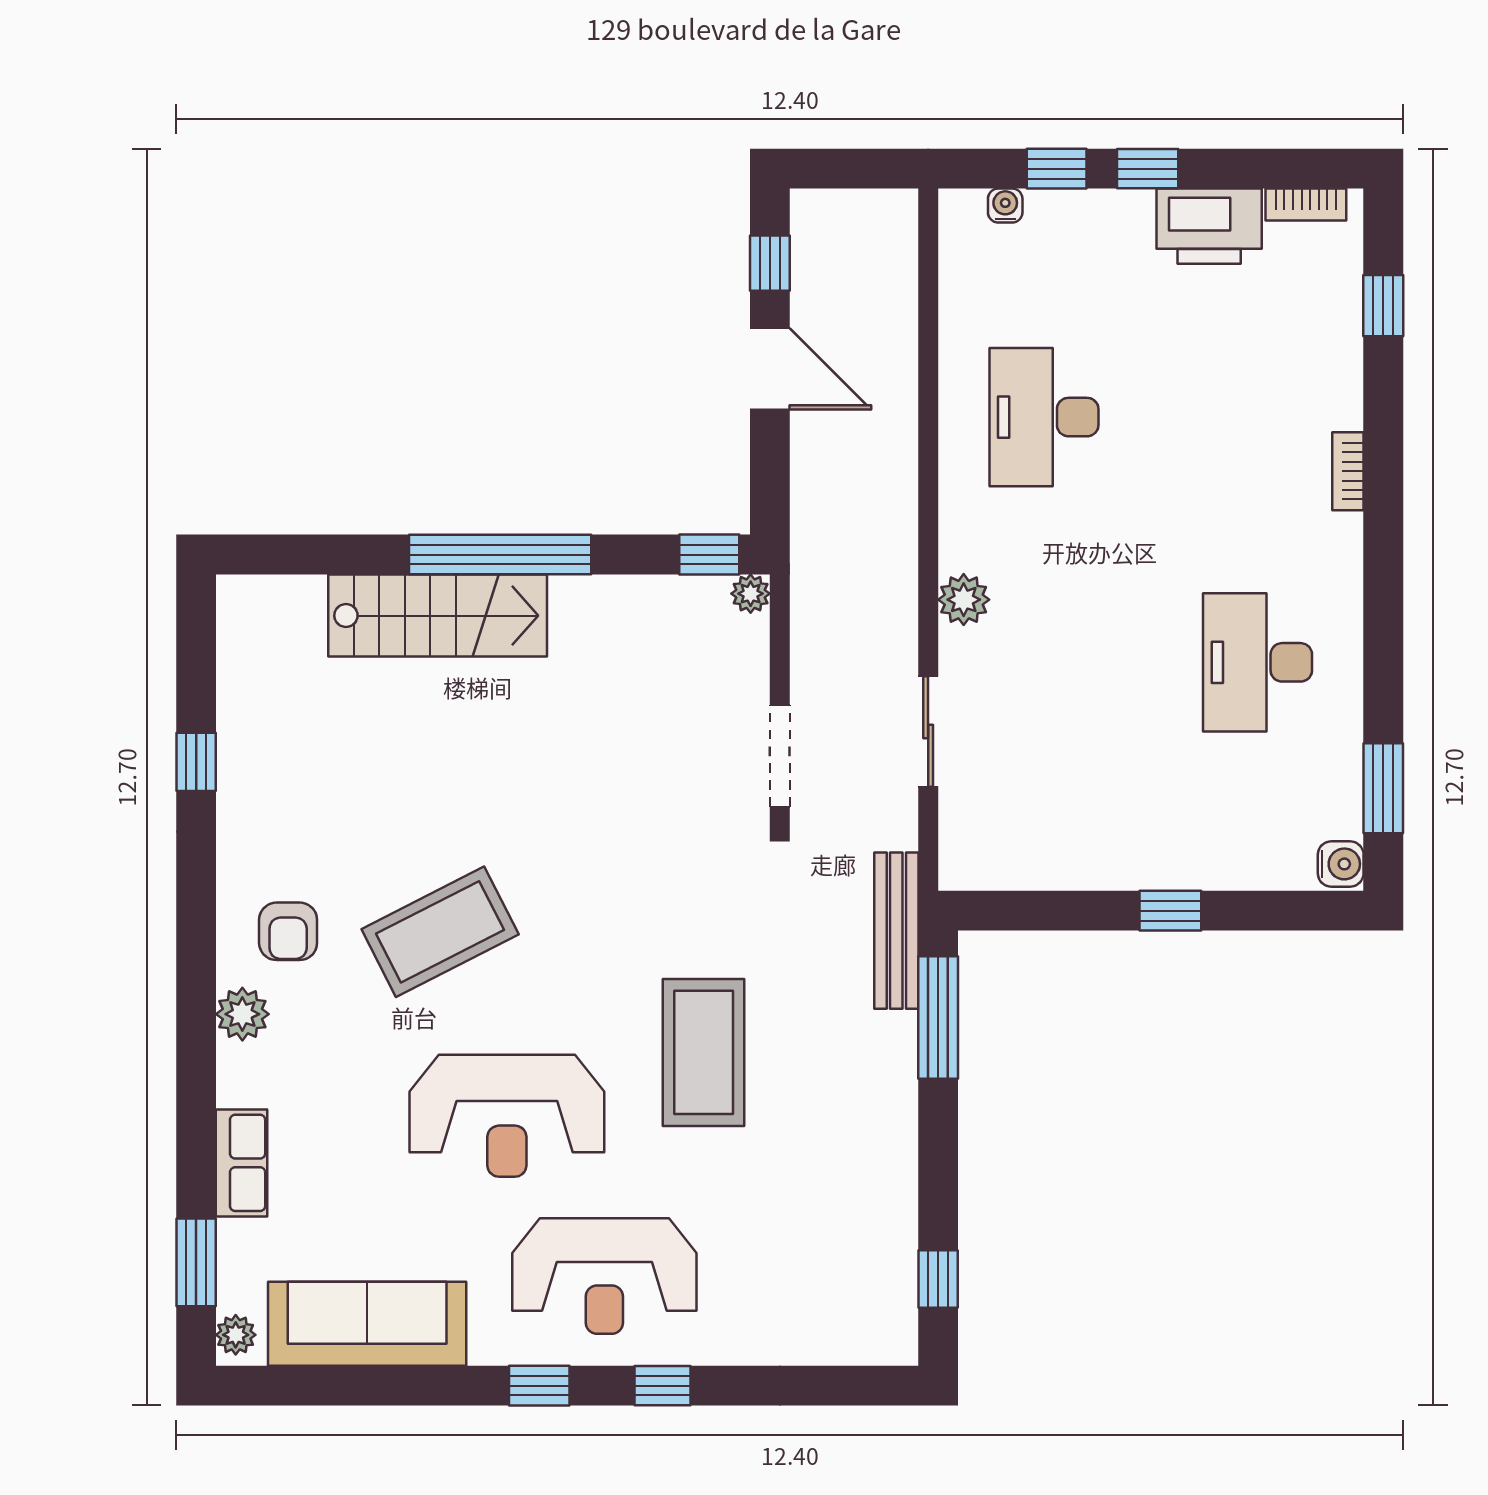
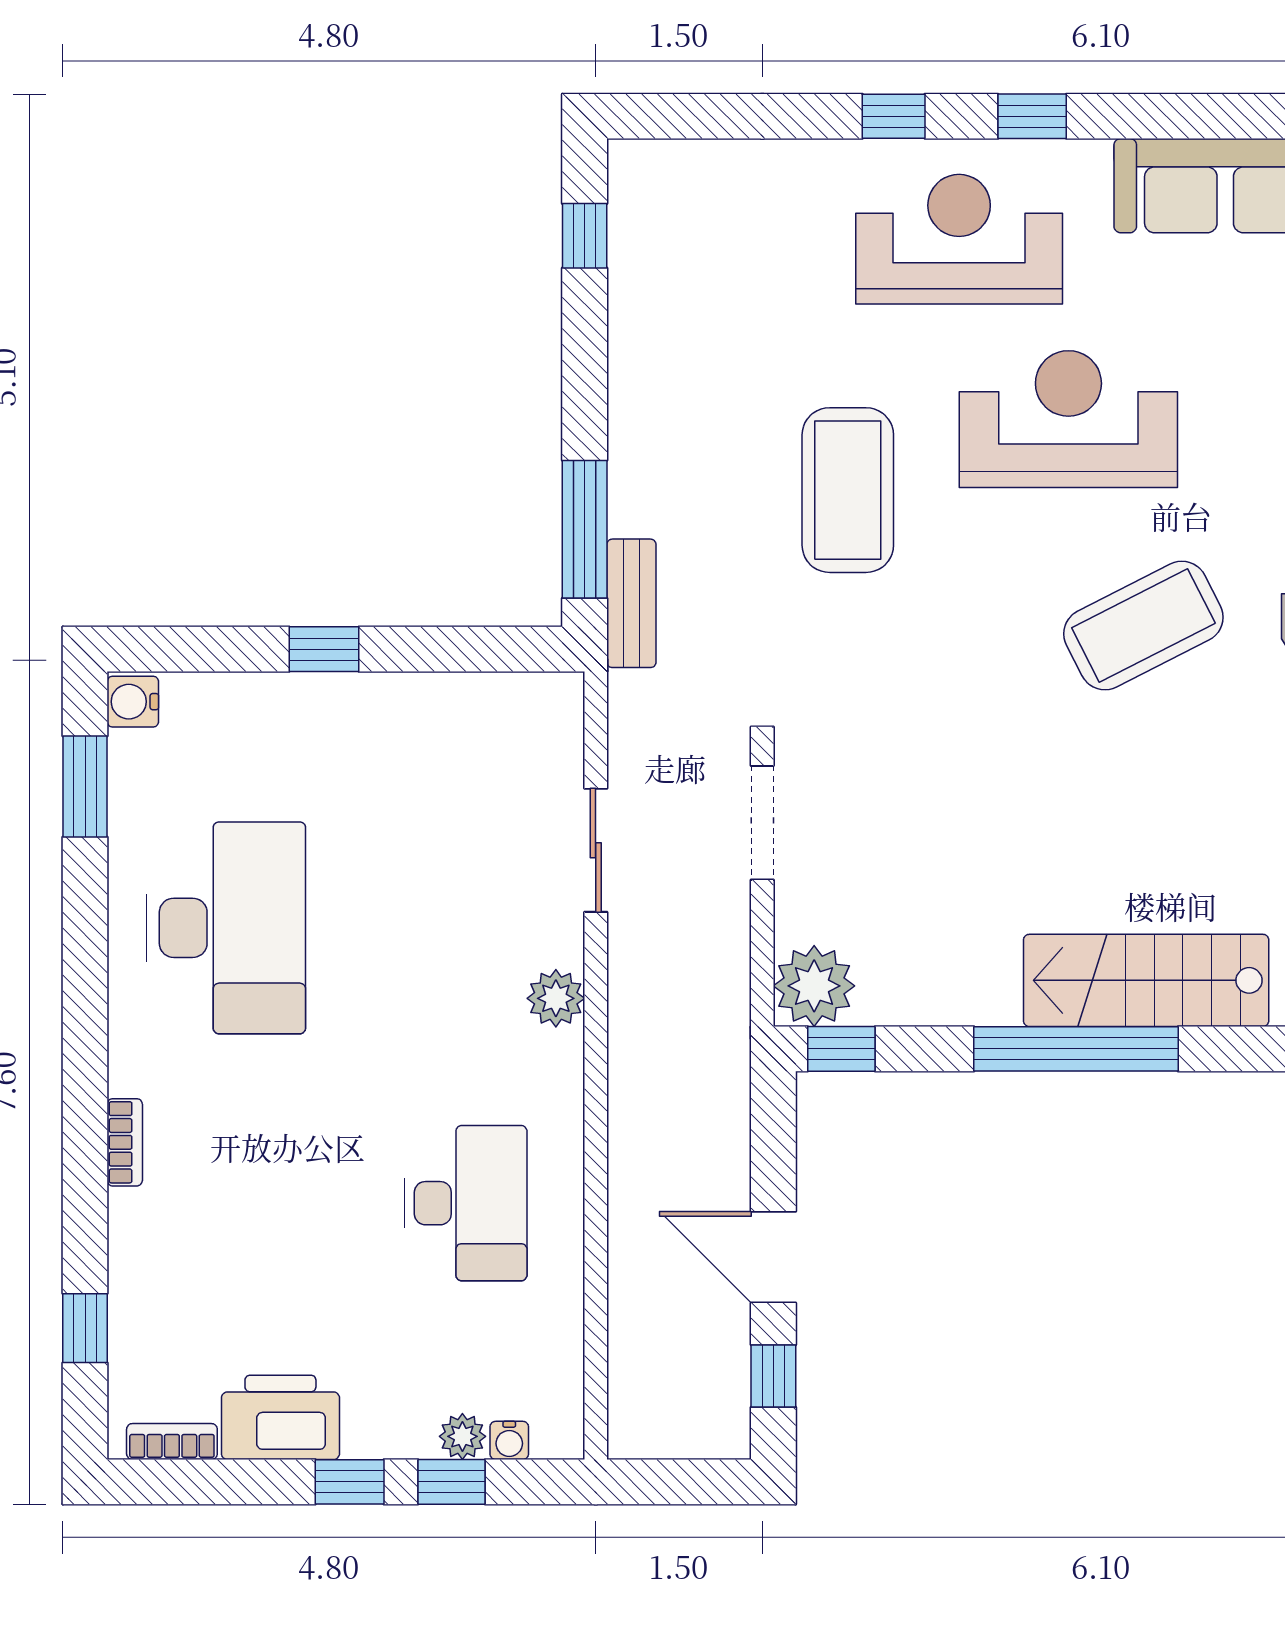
plant: (1047, 209) -> (462, 1436), added
plant: (751, 594) -> (814, 986), width x1.87, depth x1.87
desk: (1258, 662) -> (226, 928), width x1.36, depth x1.30
bench: (896, 931) -> (631, 603), width x0.73

